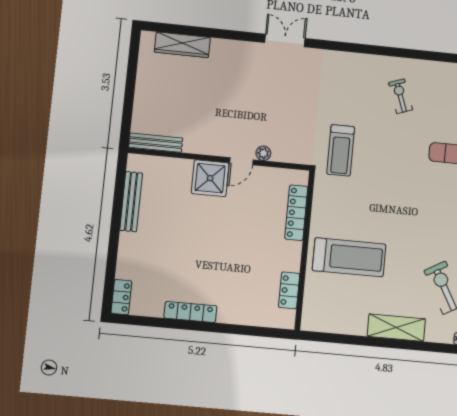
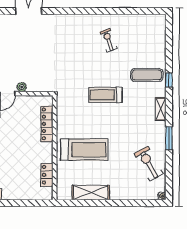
treadmill: (341, 150) -> (105, 95), moved, turned 90
shelving: (396, 328) -> (91, 193), moved

